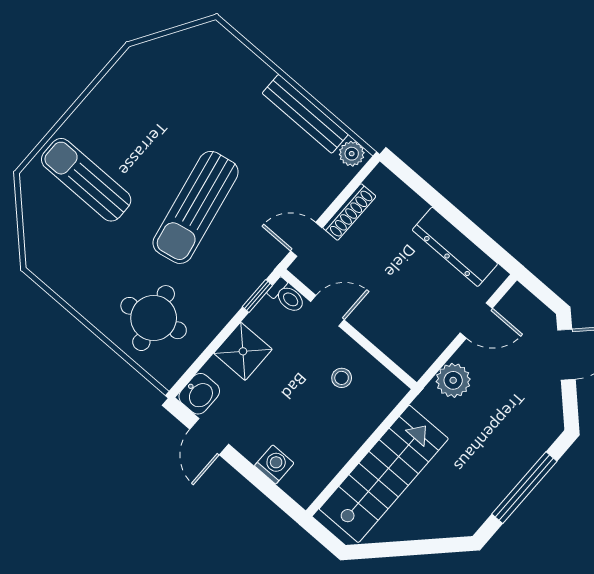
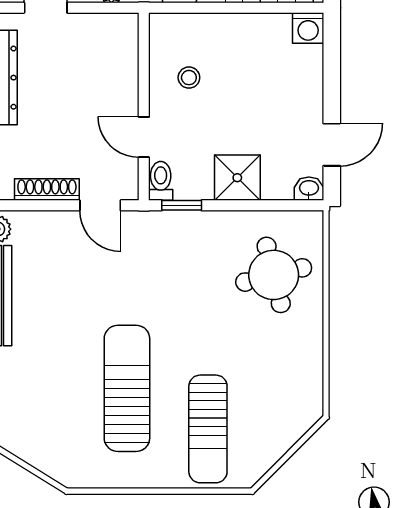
sun lounger: (196, 207) -> (127, 388), moved, turned -79
washbasin: (199, 394) -> (309, 189), width x0.72, depth x0.69
washing machine: (274, 464) -> (308, 28), moved, turned -90

